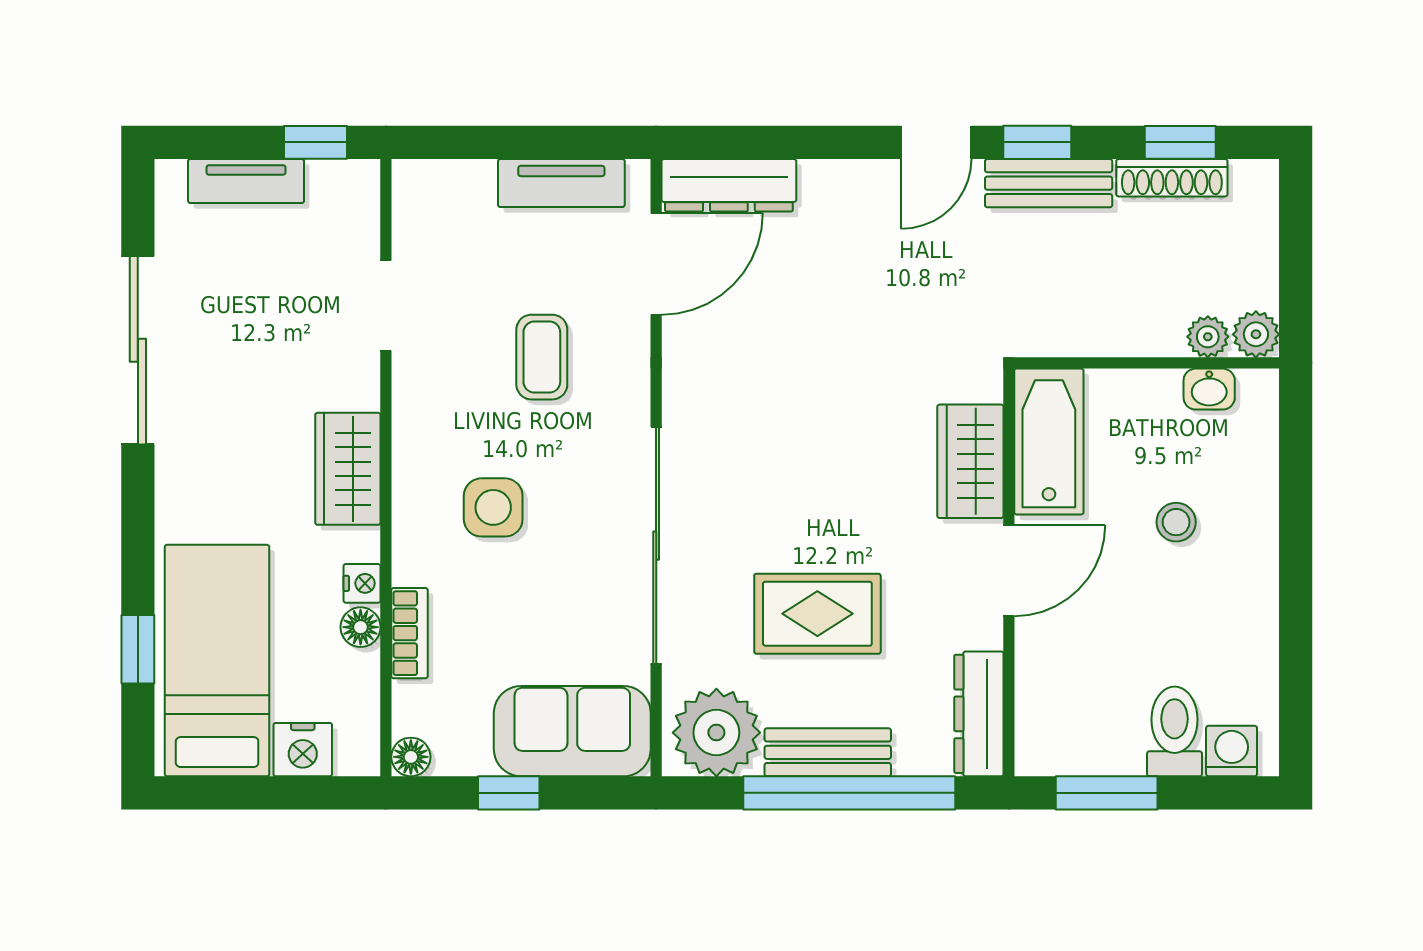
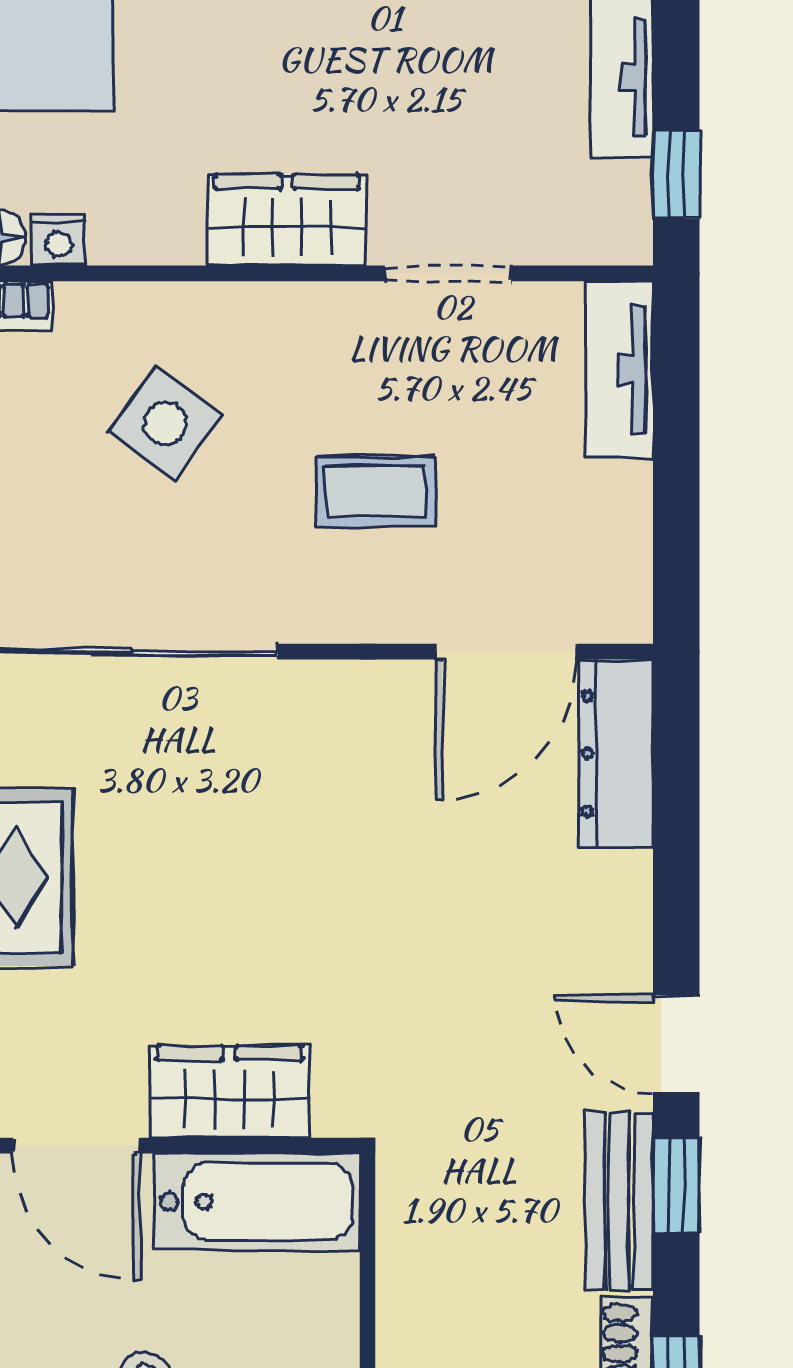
tv unit: (561, 183) -> (619, 370), moved
door: (656, 264) -> (506, 652), hinge flipped
wardrobe: (348, 469) -> (287, 220), moved
side table: (493, 507) -> (165, 423), turned 36

